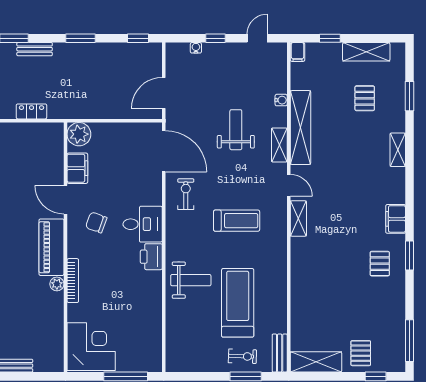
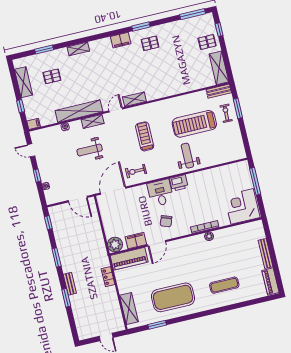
piano: (51, 247) -> (129, 259), moved

